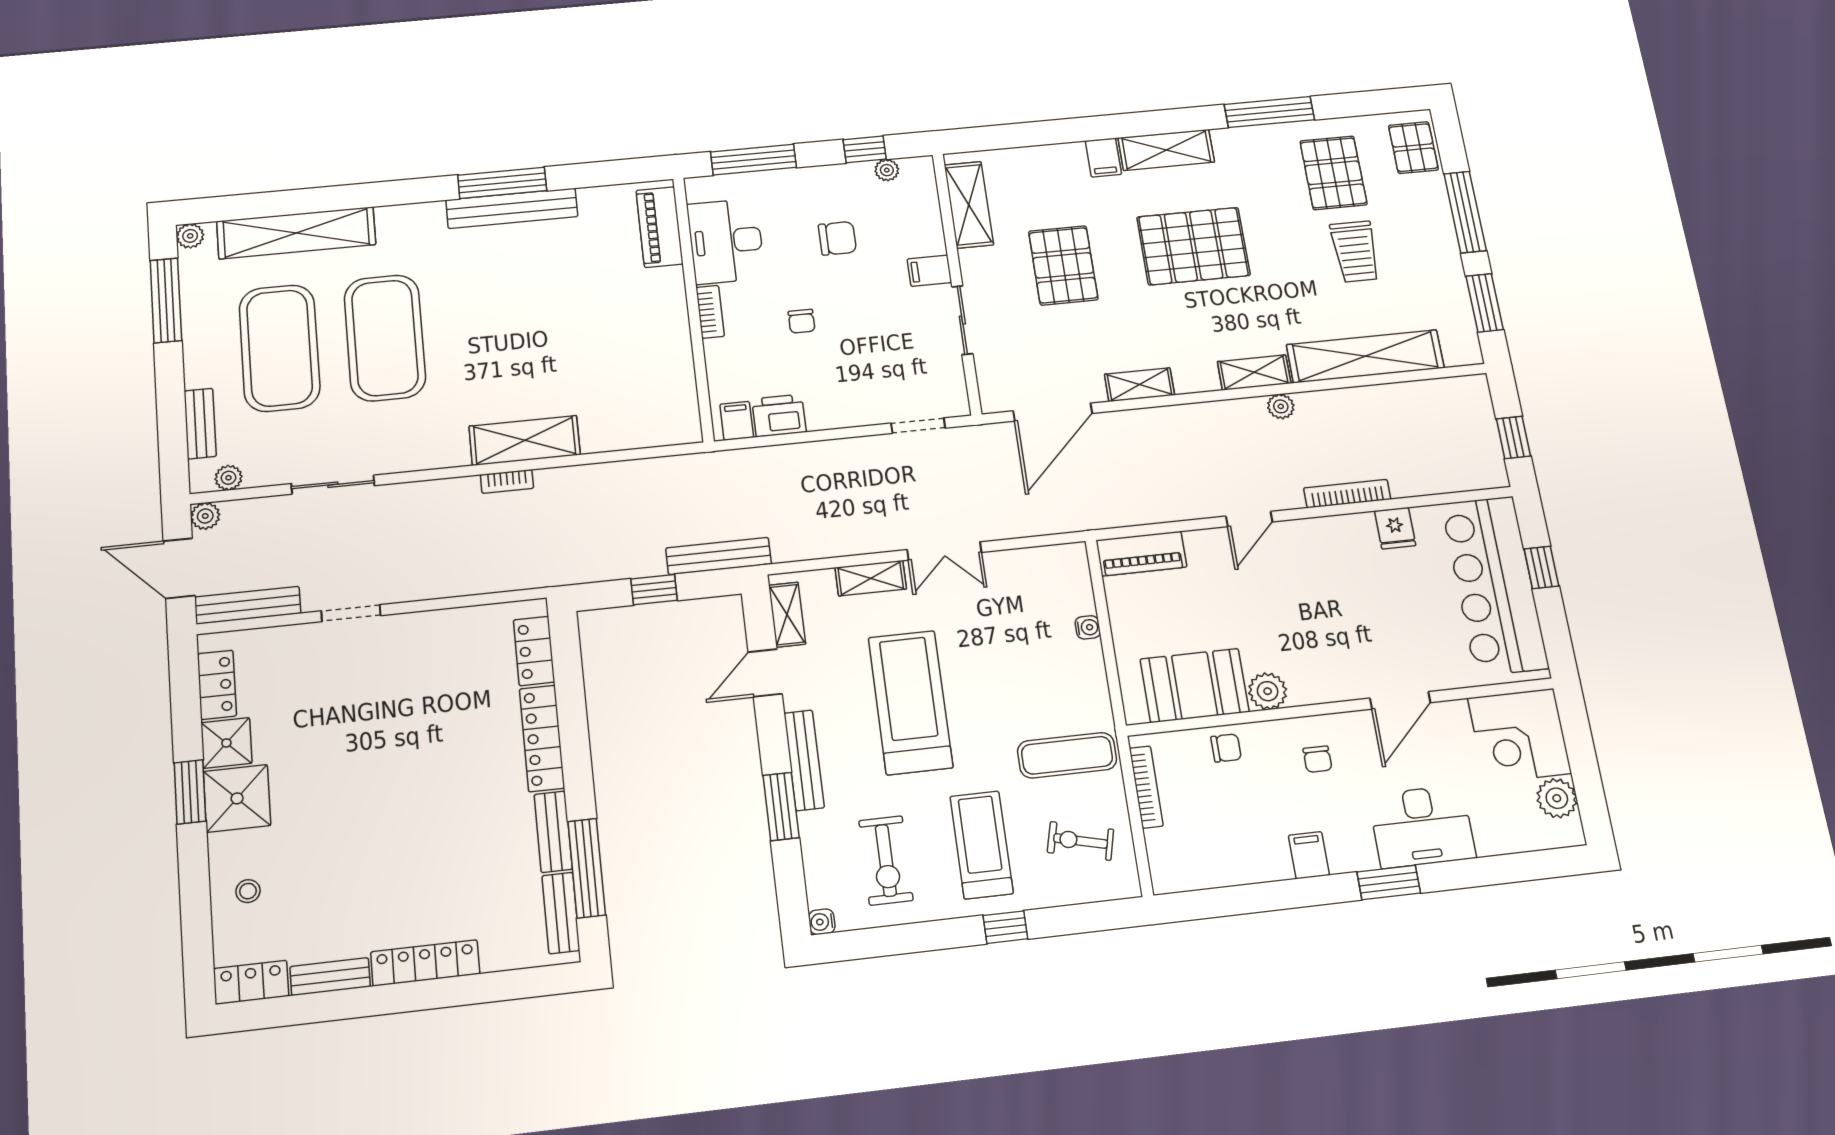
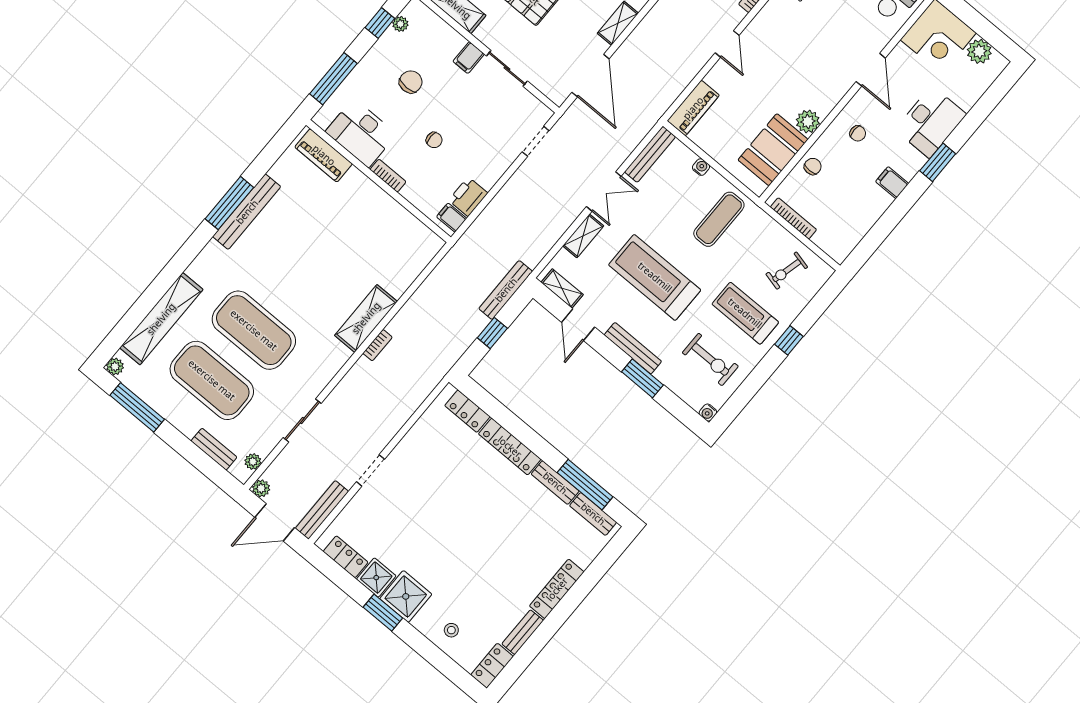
bench: (1040, 559) -> (650, 154), added
exercise mat: (1067, 755) -> (719, 219), moved

